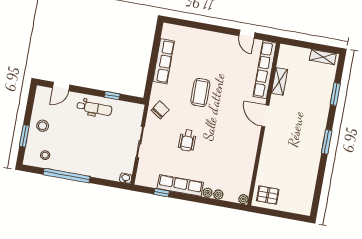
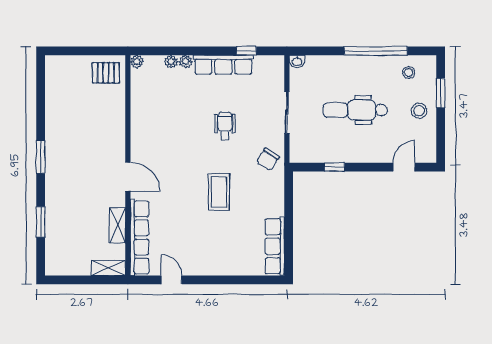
shelving: (323, 57) -> (108, 268), moved
row of seats: (164, 61) -> (275, 246), moved
dental chair: (94, 108) -> (355, 110), moved, width x1.36, depth x1.38

